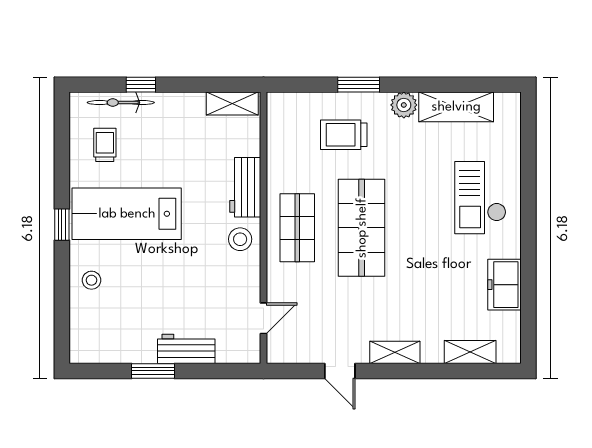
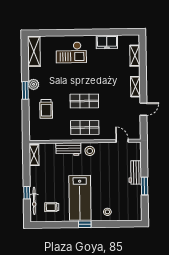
window: (359, 85) -> (25, 90), moved
shelving: (456, 107) -> (34, 51), moved
shop shelf: (362, 228) -> (84, 101), width x0.70, depth x0.74

